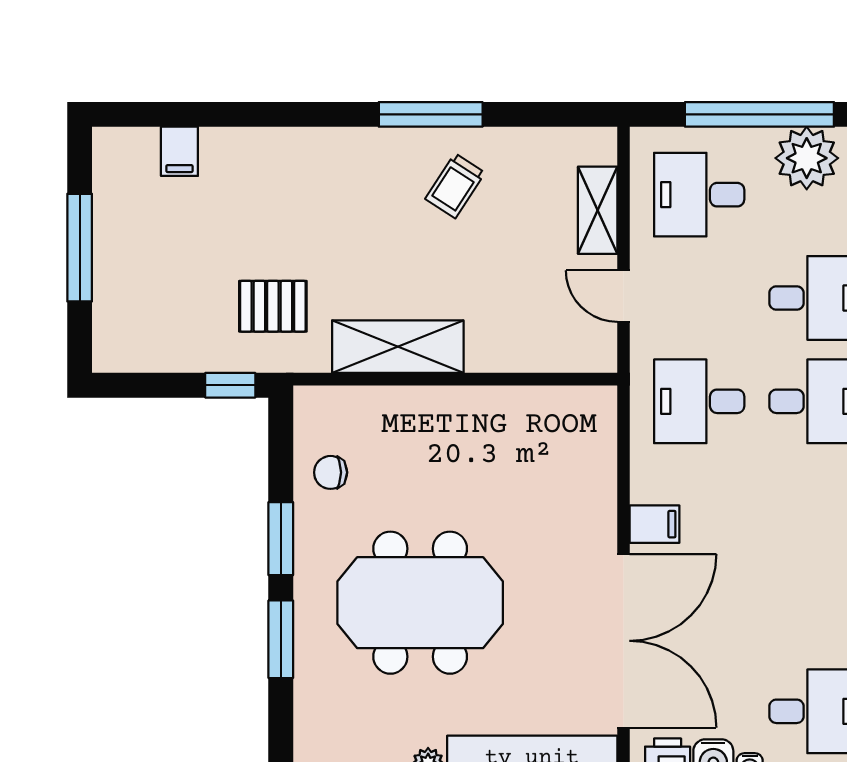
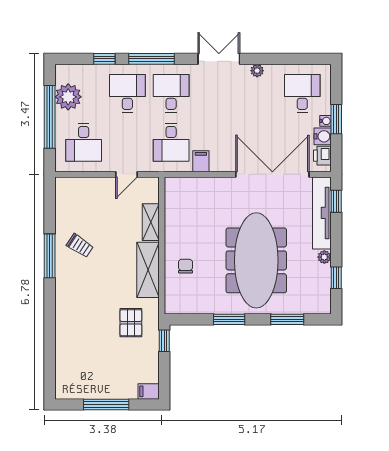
filing cabinet: (179, 151) -> (149, 391), moved, turned 180
shelving: (598, 210) -> (151, 222), moved, turned 90
chair: (331, 472) -> (186, 266), moved, turned 180
filing cabinet: (655, 524) -> (201, 161), moved
meeting table: (420, 603) -> (256, 260), width x1.36
window: (281, 639) -> (287, 319), moved

